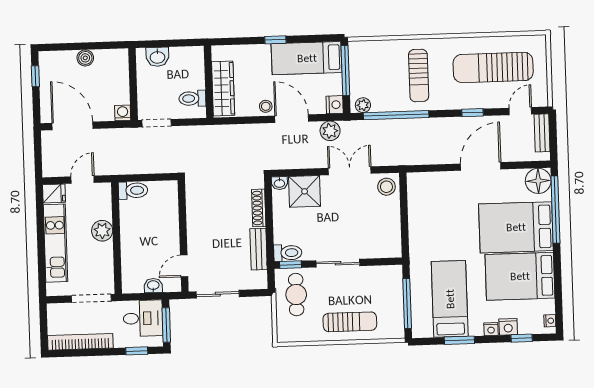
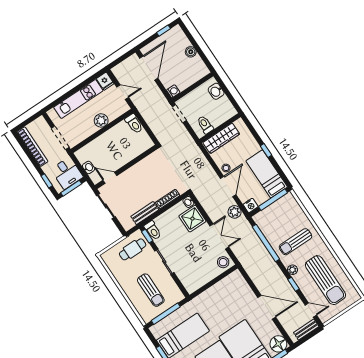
sun lounger: (493, 68) -> (325, 280), turned 180
plant: (363, 105) -> (292, 270), moved
sun lounger: (350, 322) -> (151, 290), moved

